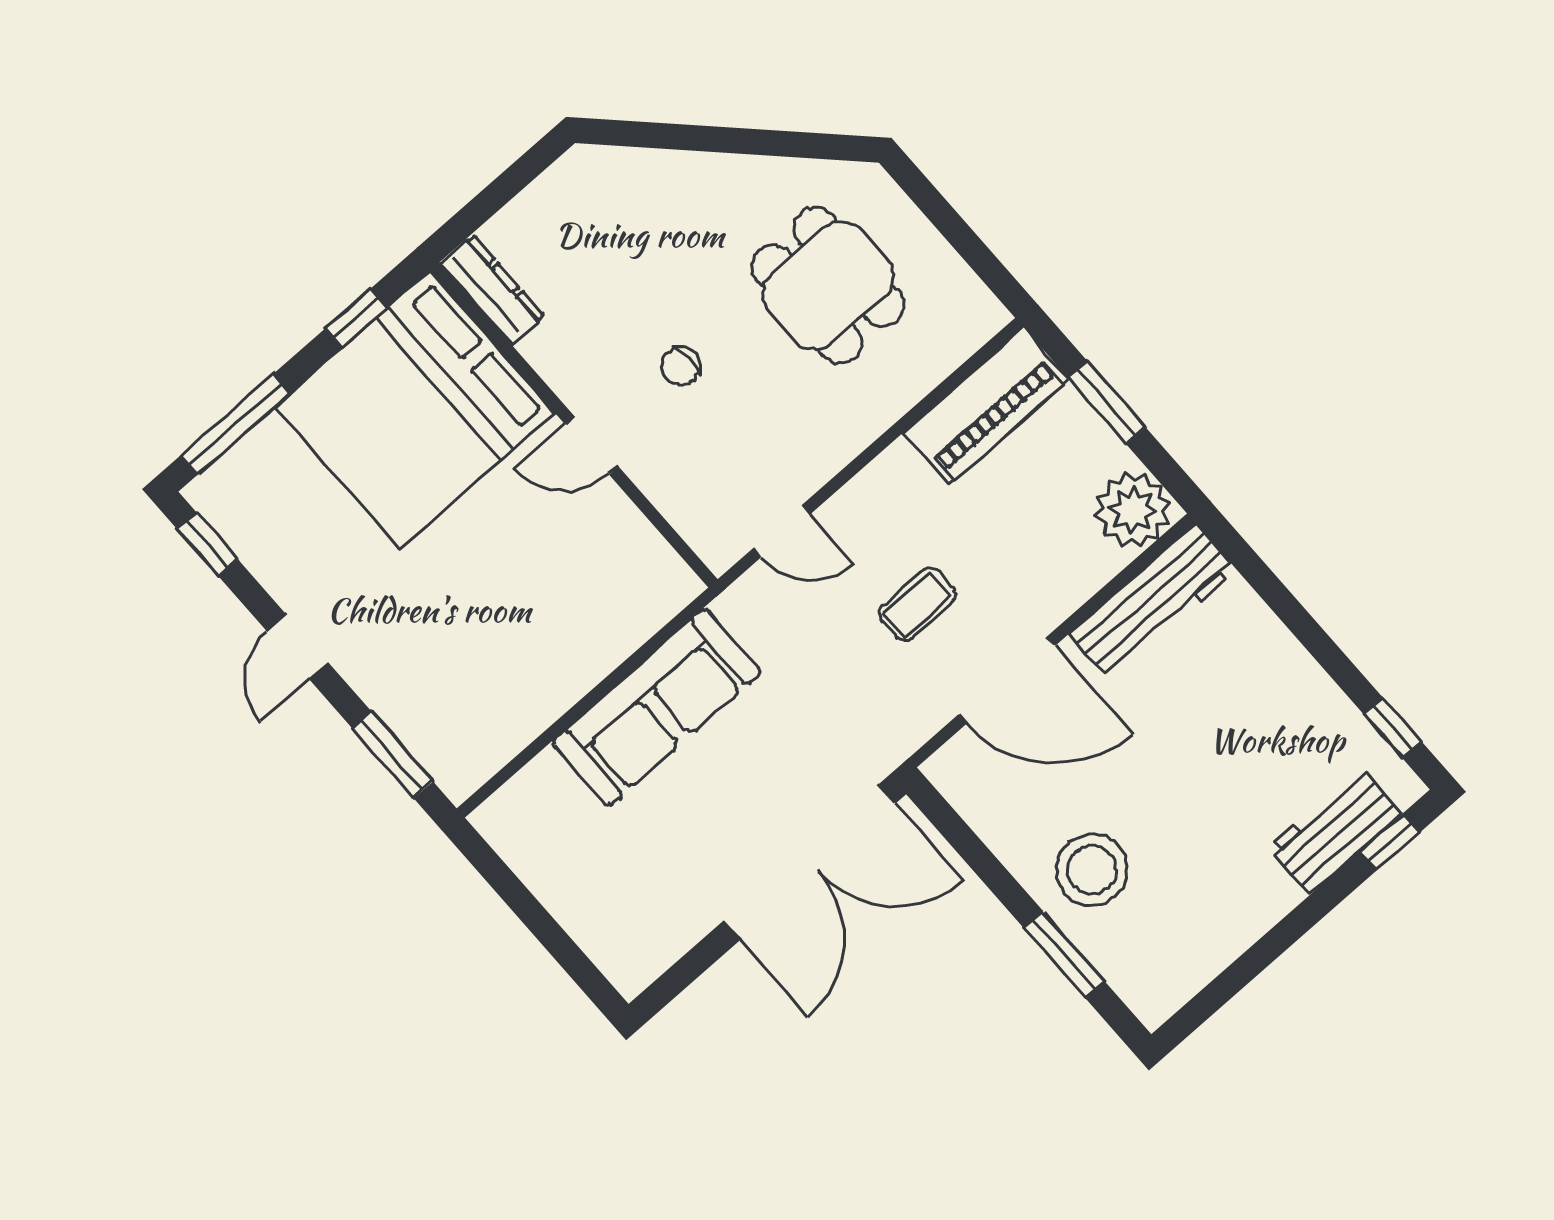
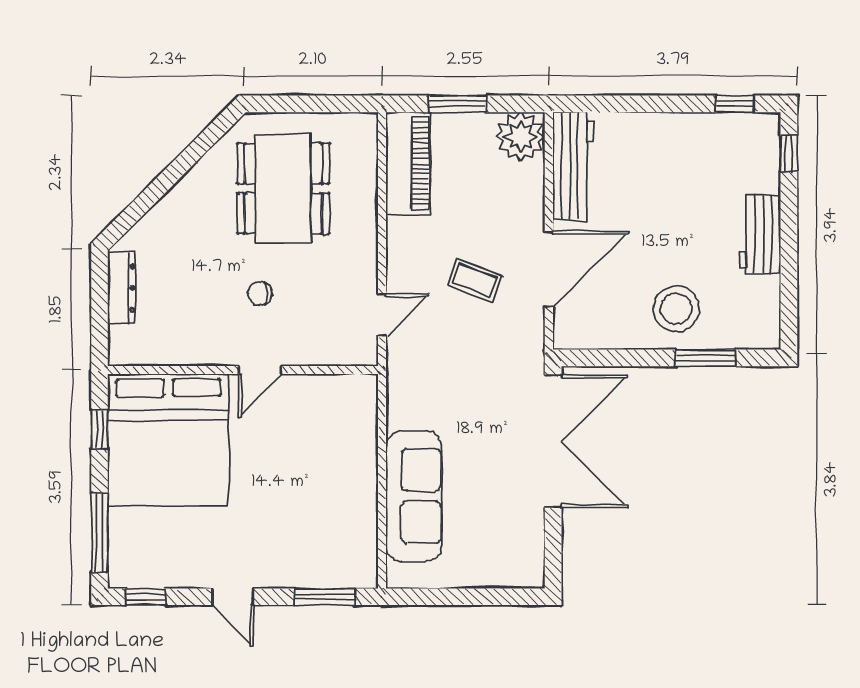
dining table: (828, 285) -> (283, 189), width x1.38
dresser: (492, 290) -> (122, 288), moved, turned 90
chair: (681, 366) -> (260, 294), turned 90
coffee table: (917, 604) -> (474, 280), turned -68
sofa: (656, 707) -> (414, 496), moved
workbench: (1335, 831) -> (760, 234), moved

